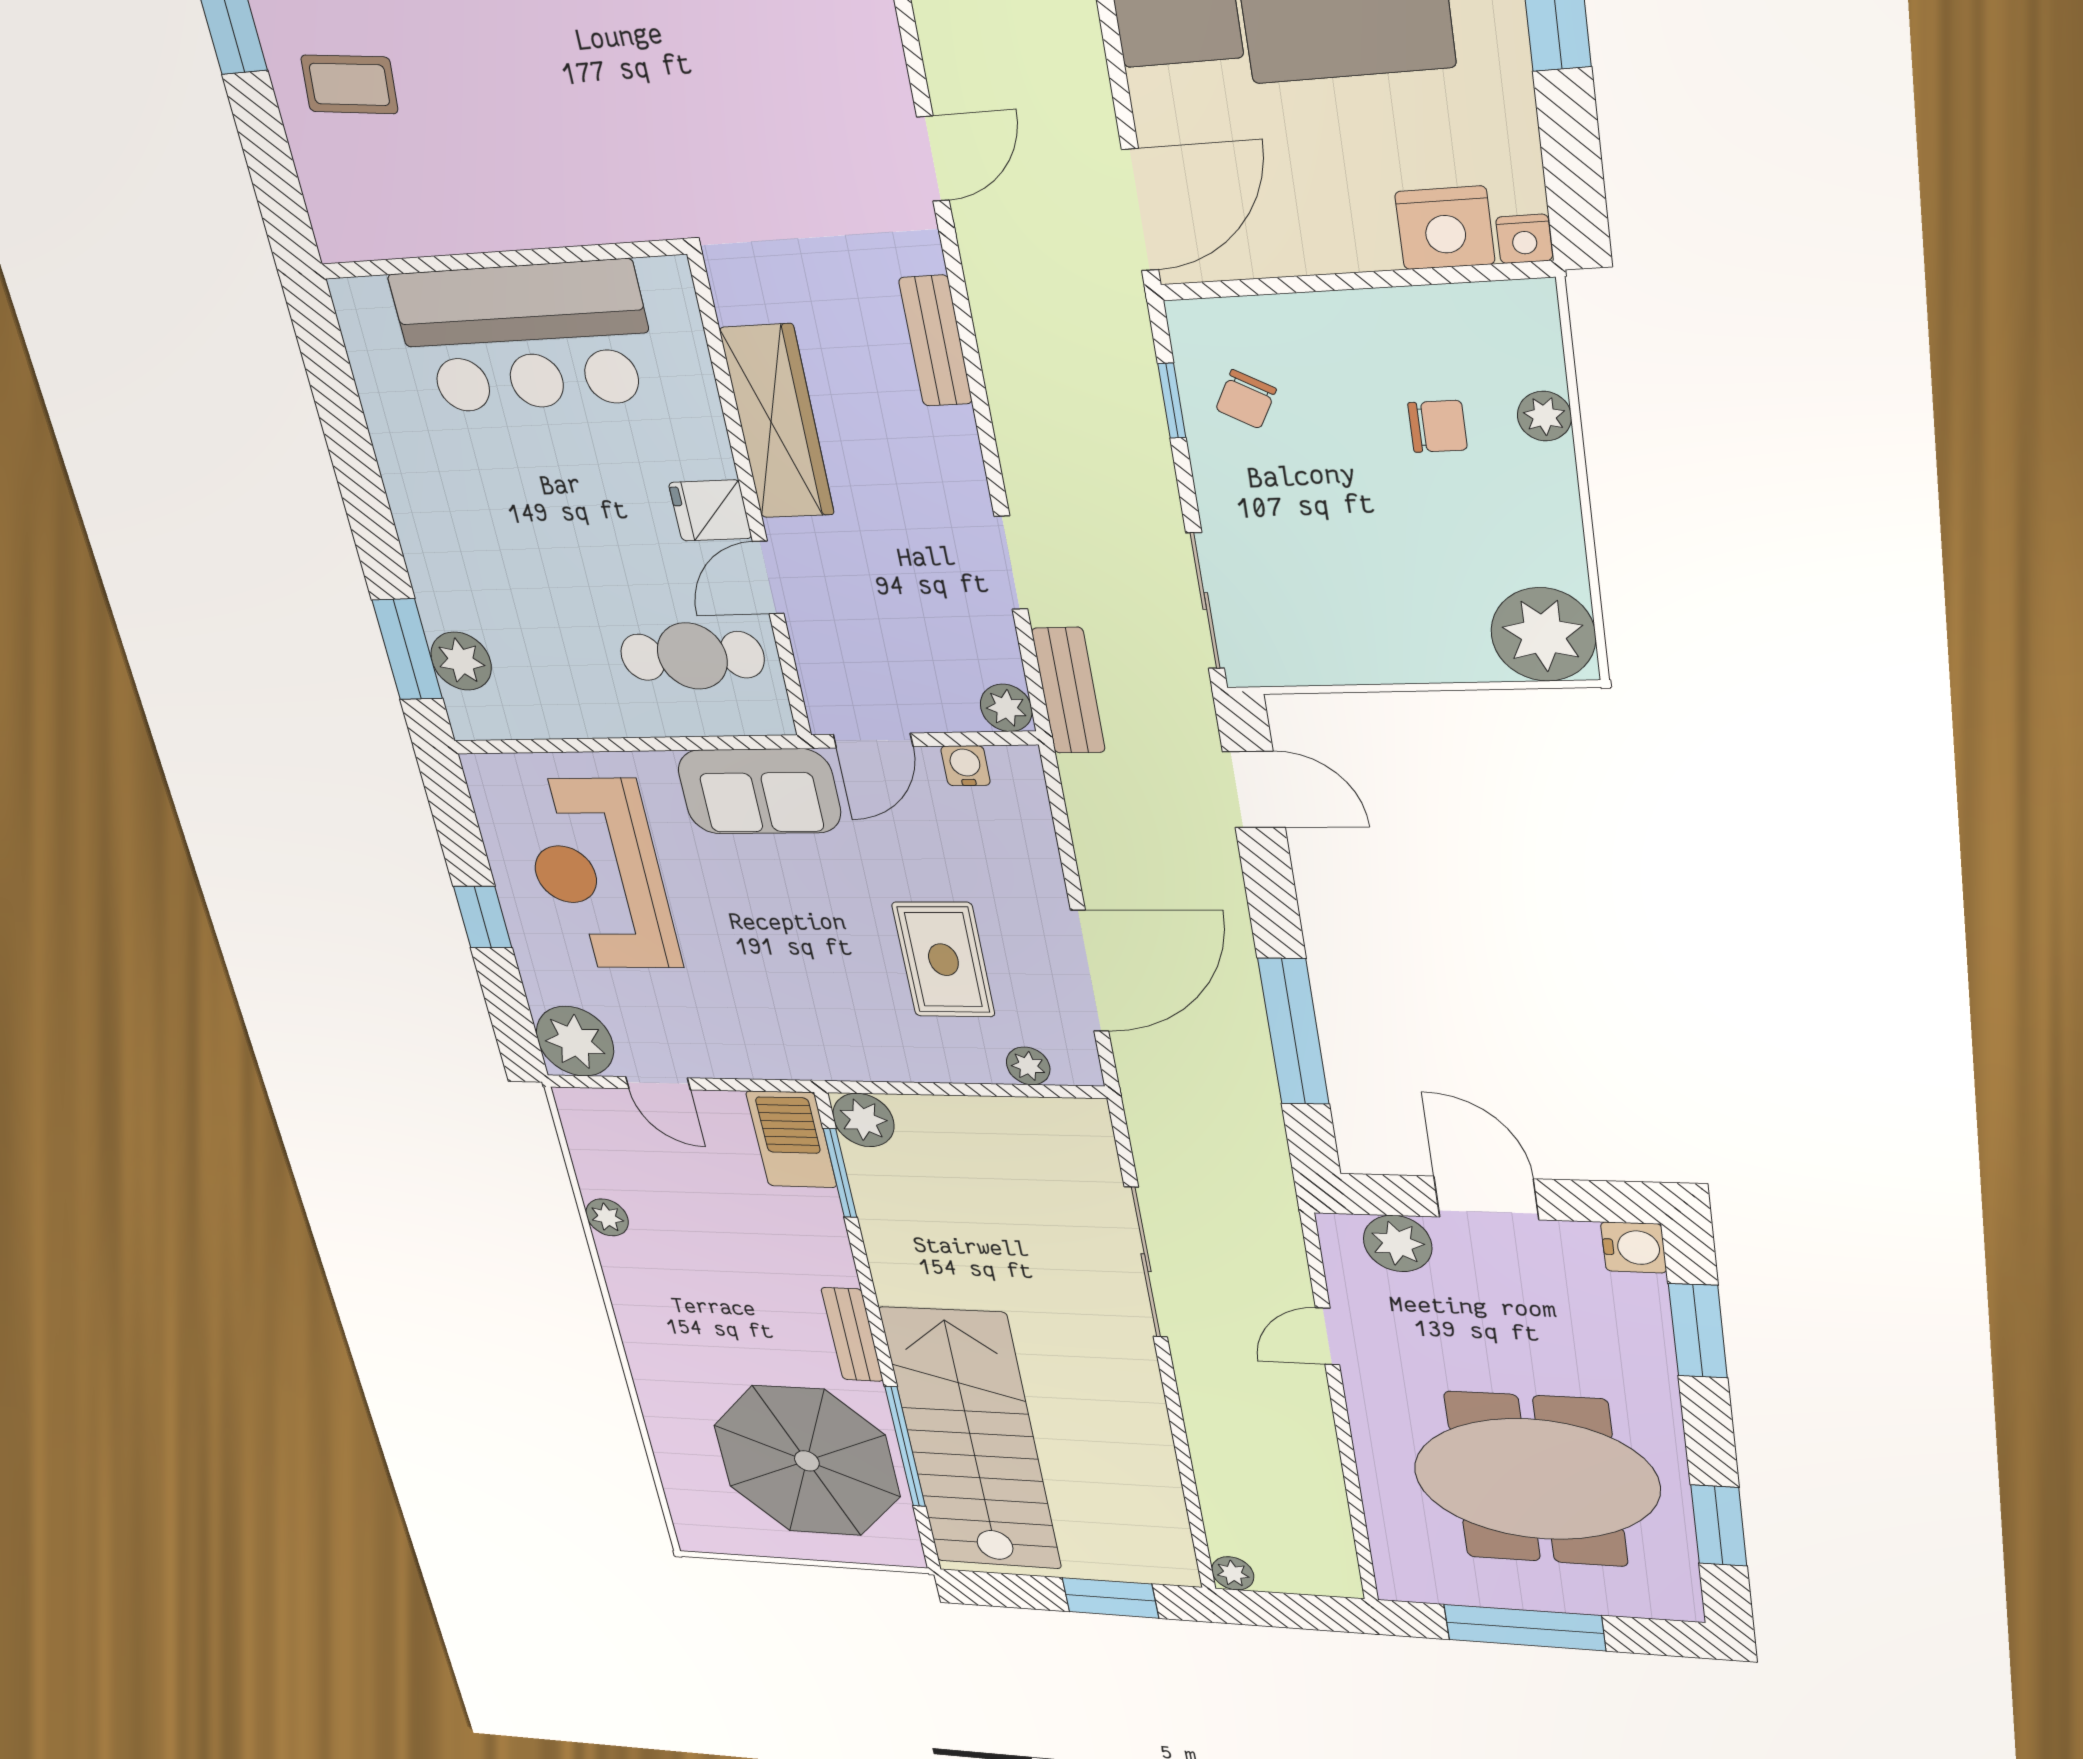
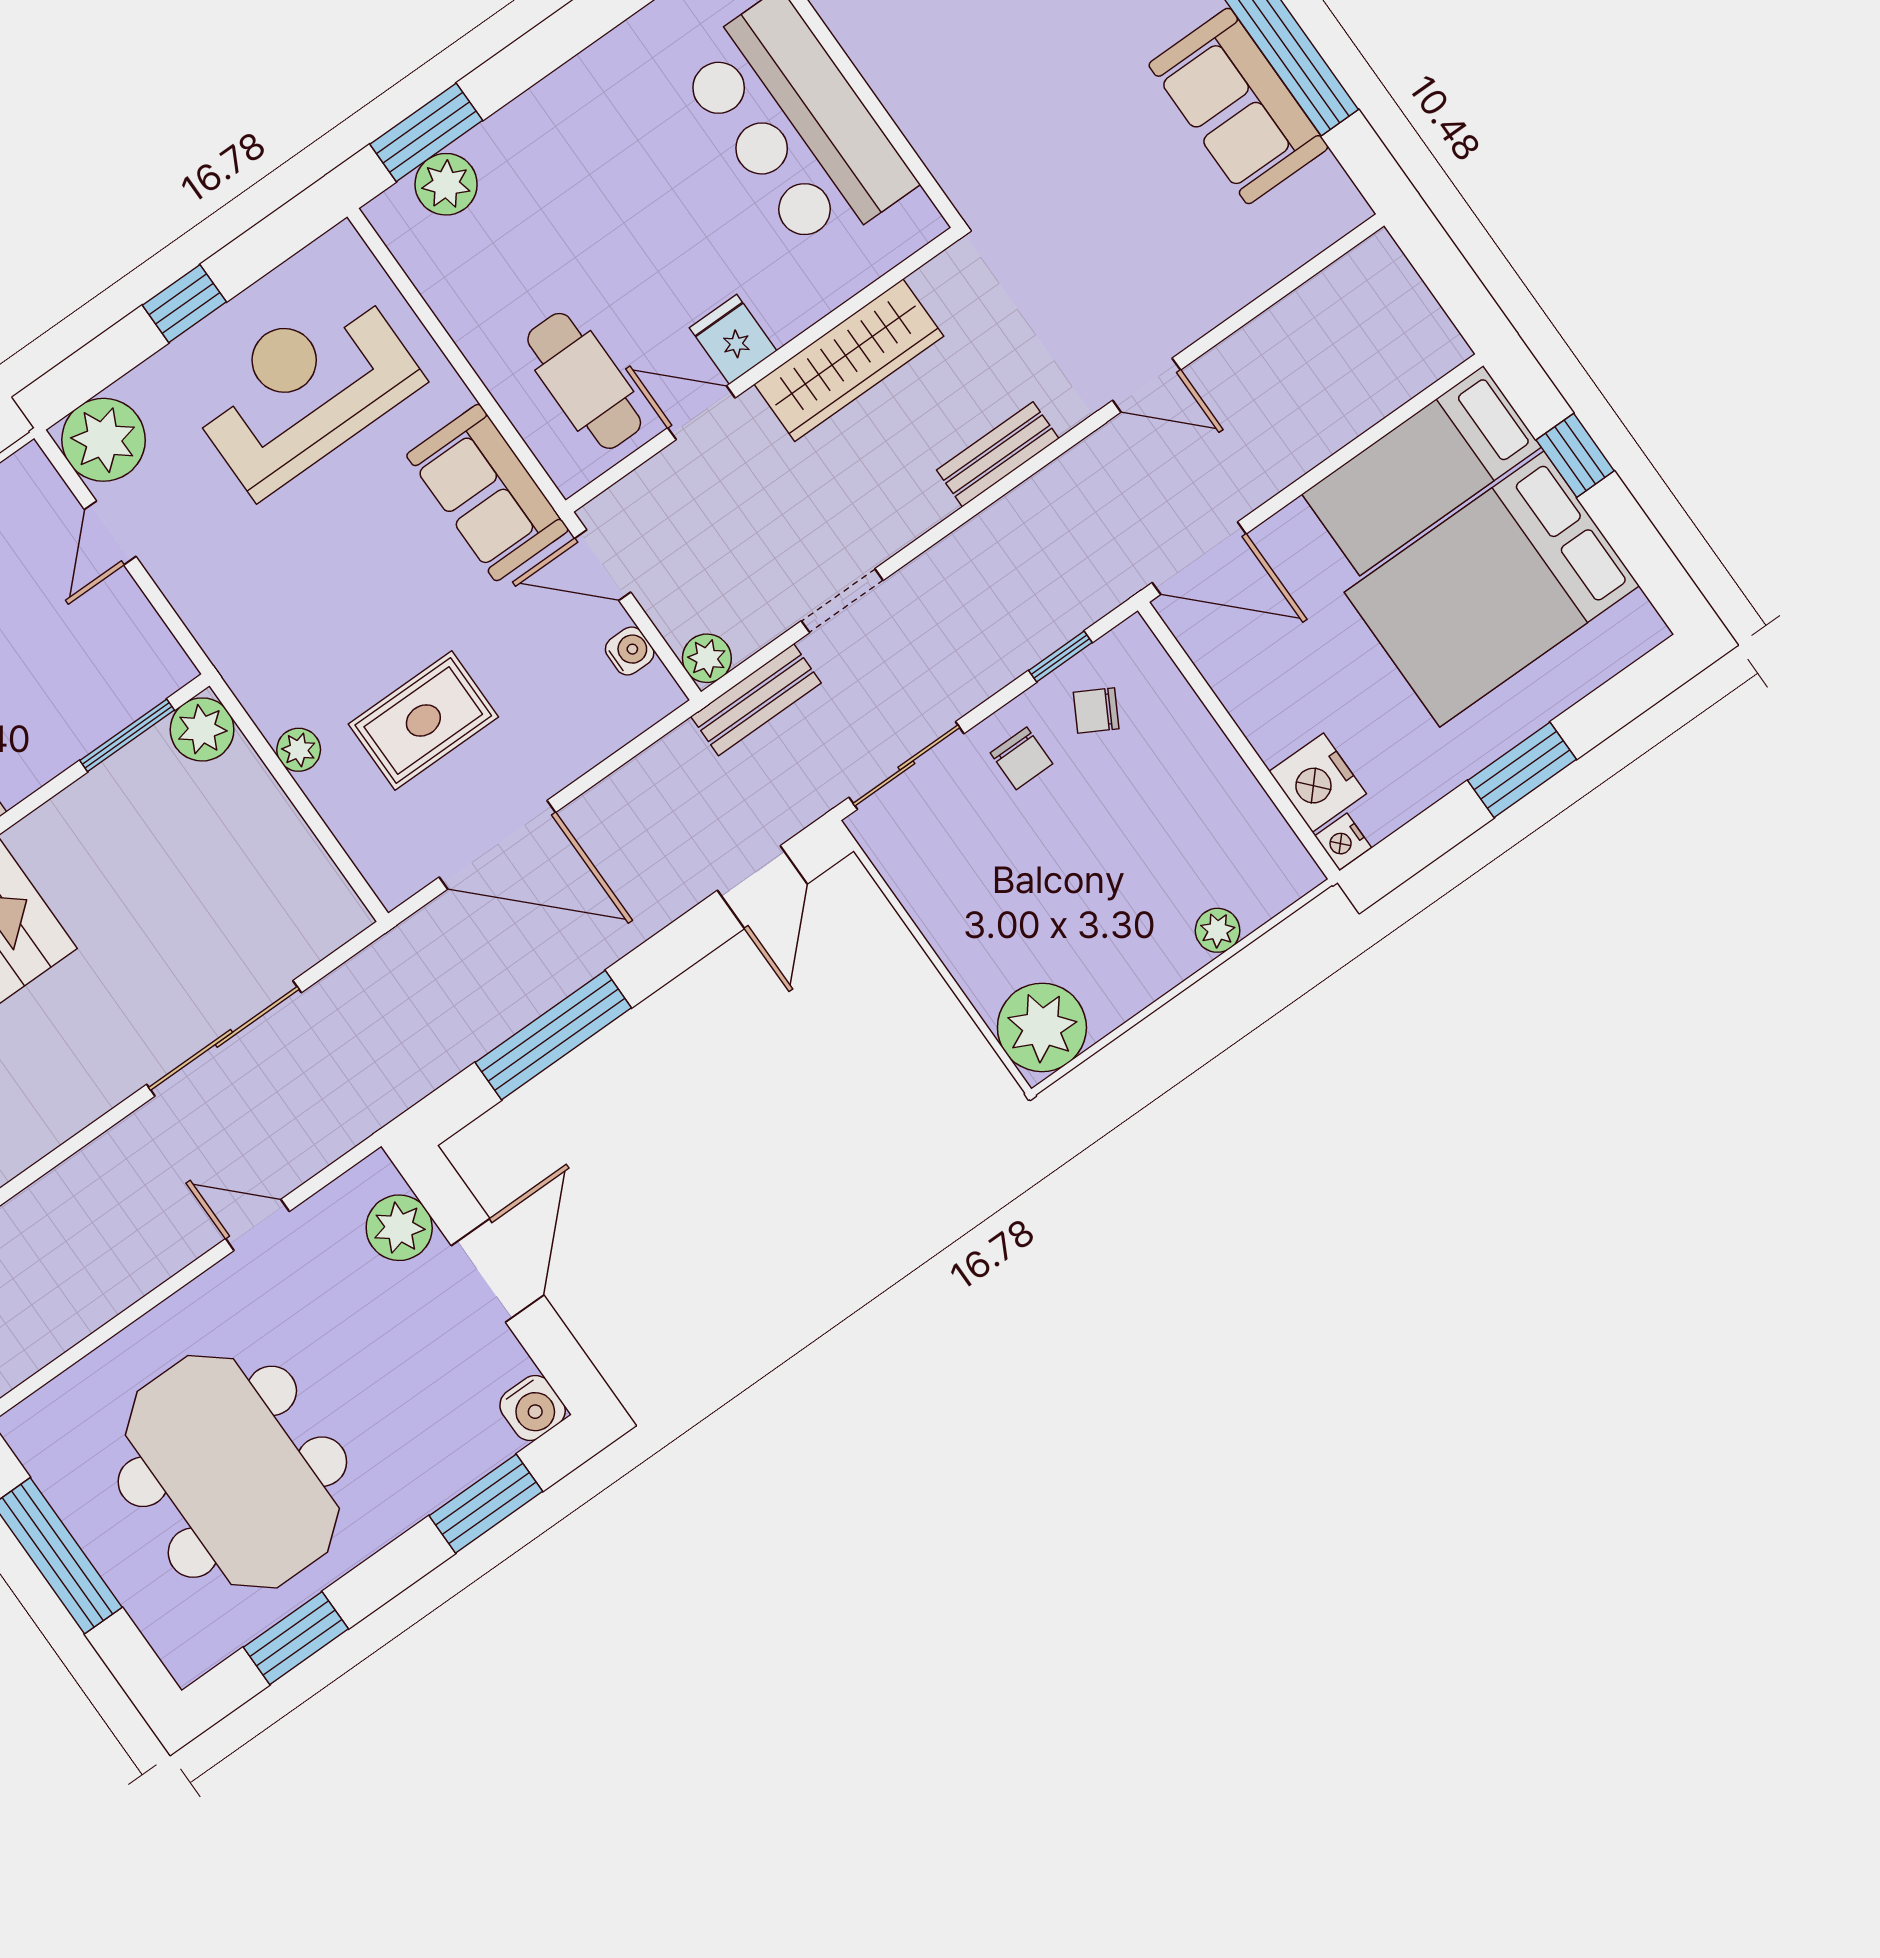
chair: (1438, 426) -> (1021, 758), moved
plant: (1028, 1066) -> (299, 750), moved
barbecue: (791, 1139) -> (134, 677), removed

